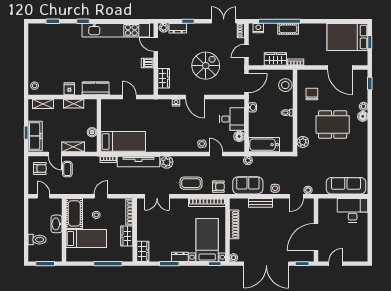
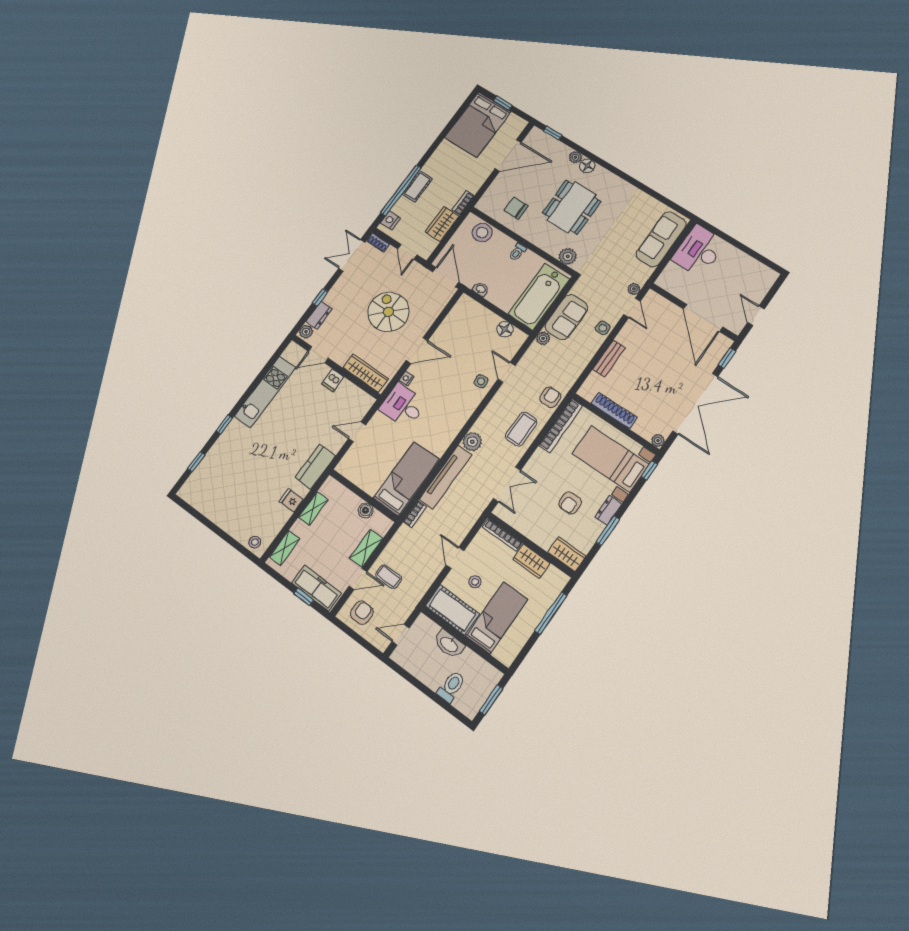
kitchen unit: (116, 30) -> (265, 392), width x0.73
wardrobe: (164, 78) -> (366, 373), width x1.50
desk: (232, 119) -> (403, 406), moved, turned -90
bathtub: (264, 145) -> (539, 297), width x1.36, depth x1.36
door: (216, 154) -> (506, 372), hinge flipped
sofa: (248, 185) -> (566, 317), moved, turned 180
armchair: (170, 235) -> (570, 503), added

